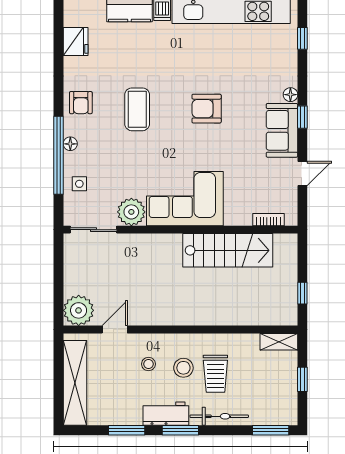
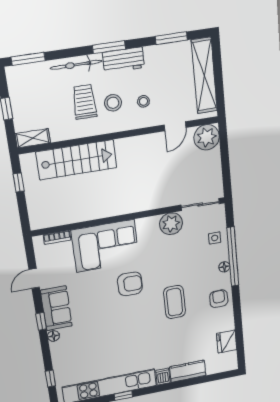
armchair: (207, 109) -> (130, 284), moved
corner sofa: (185, 199) -> (105, 246), moved
stairs: (228, 250) -> (77, 160), moved, turned 180
window: (127, 430) -> (171, 38), moved

